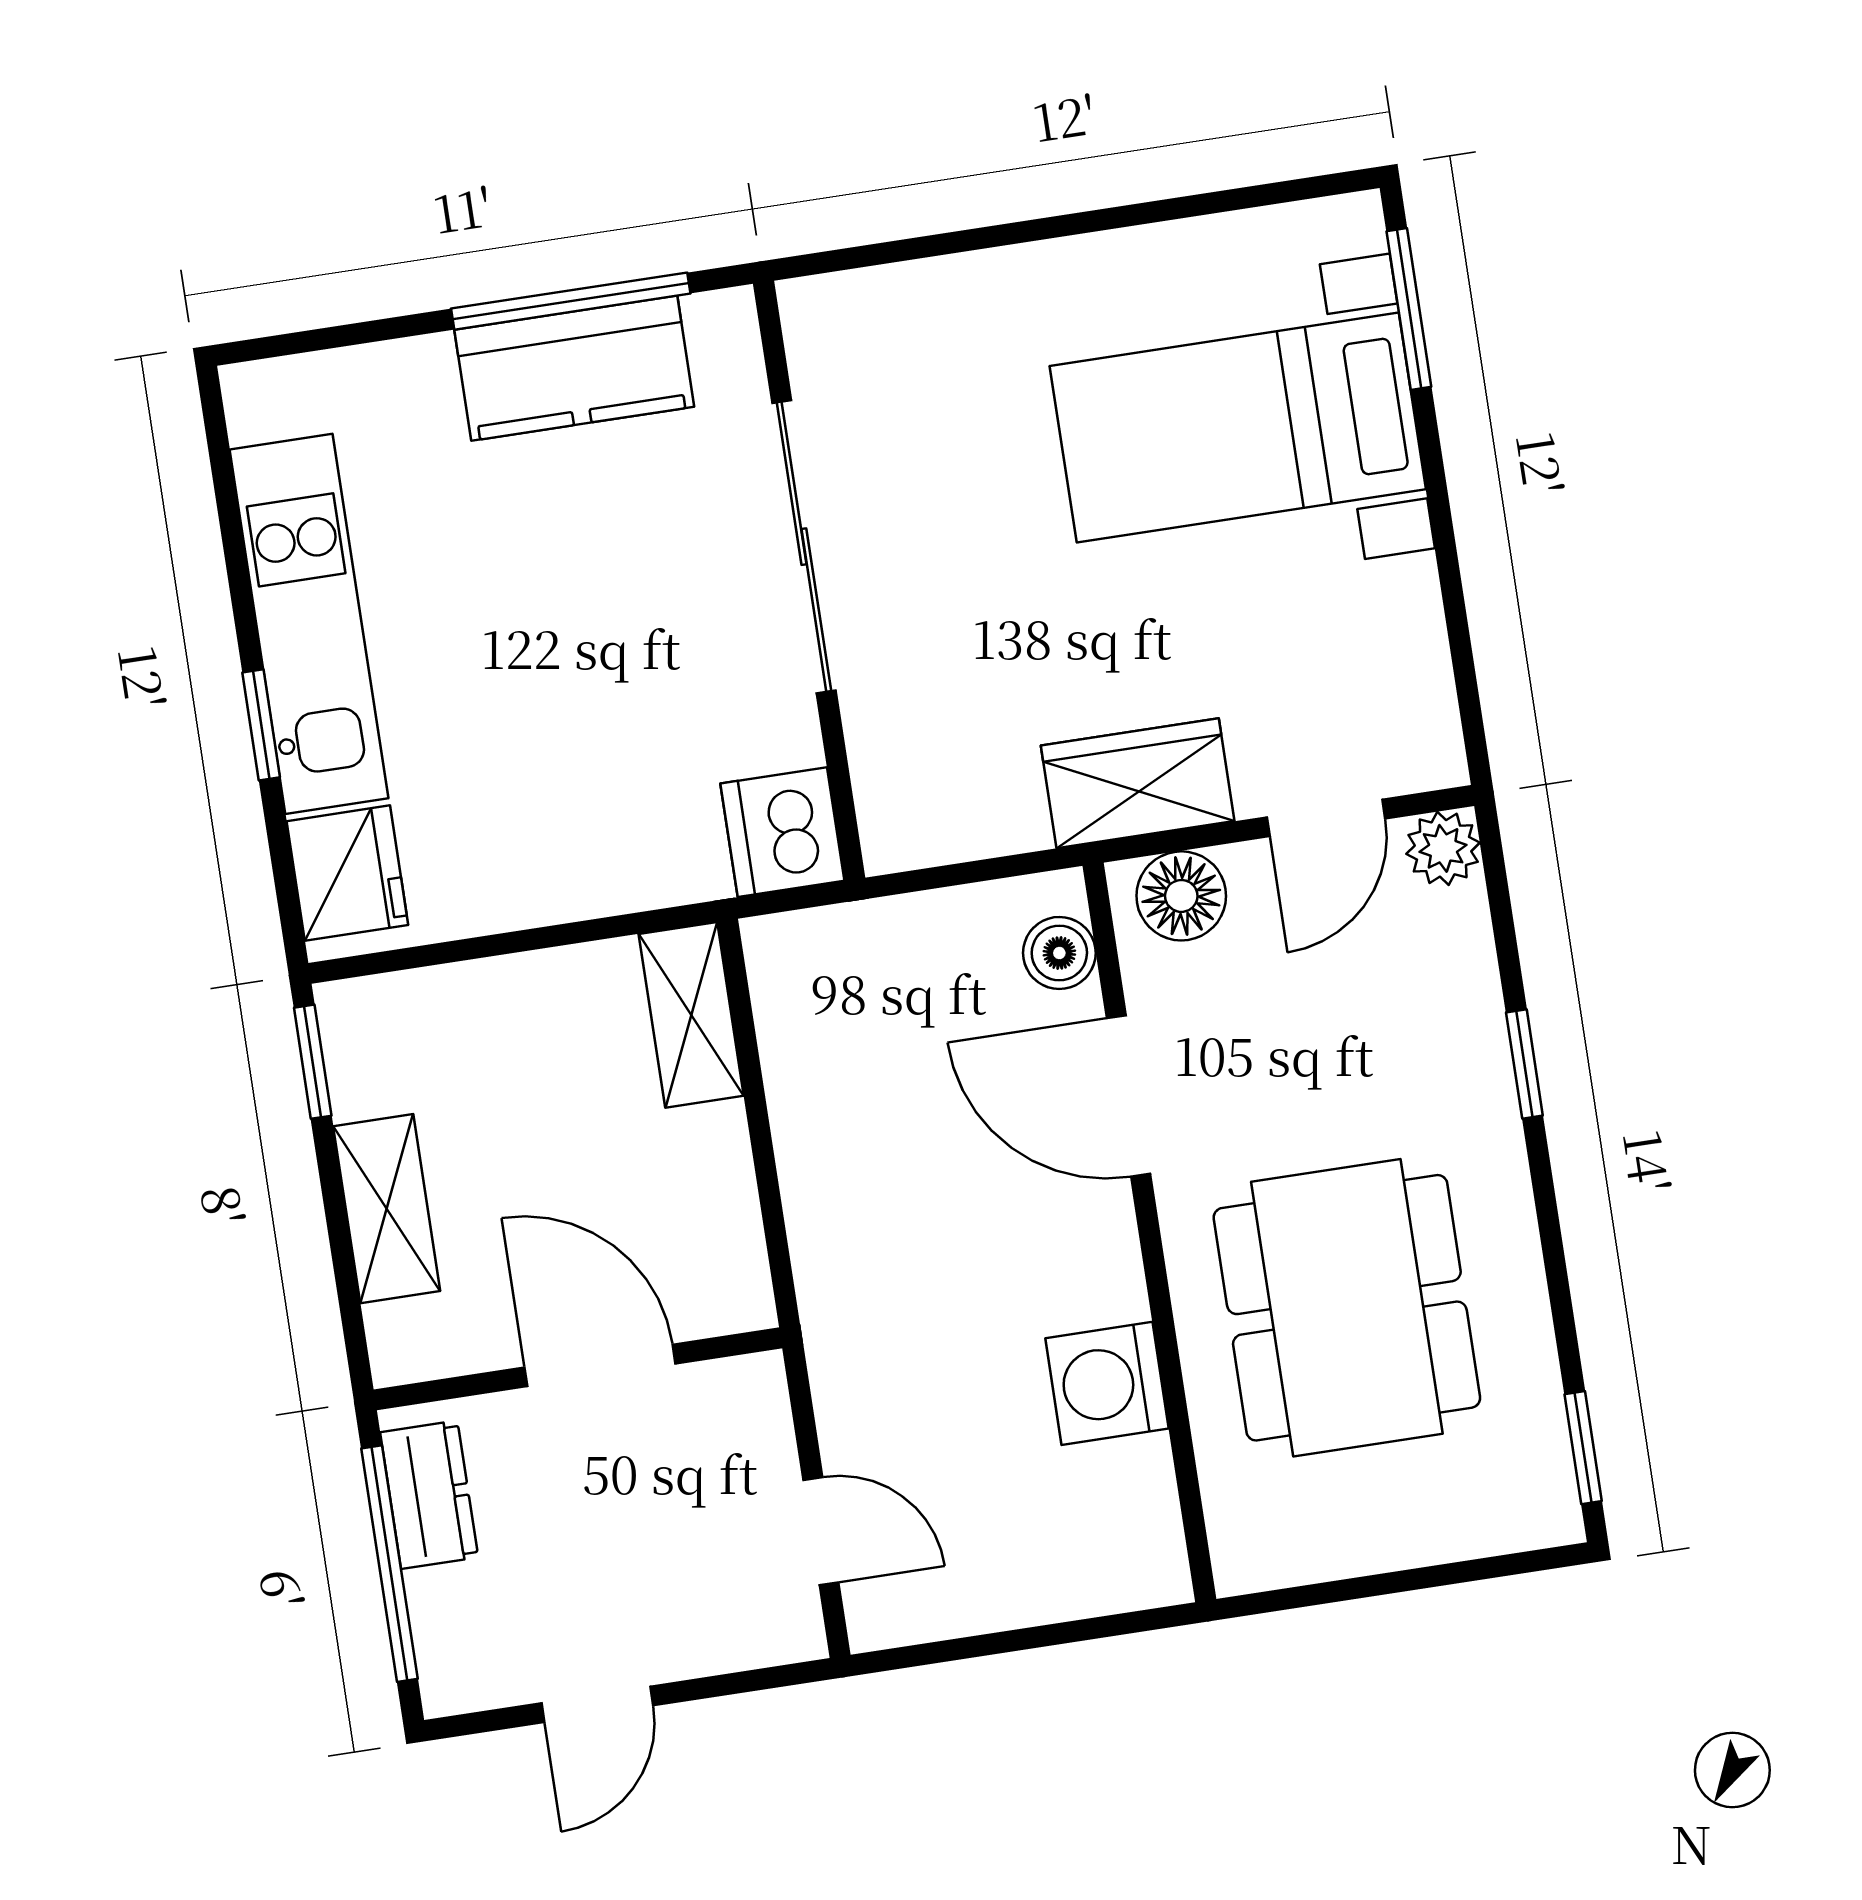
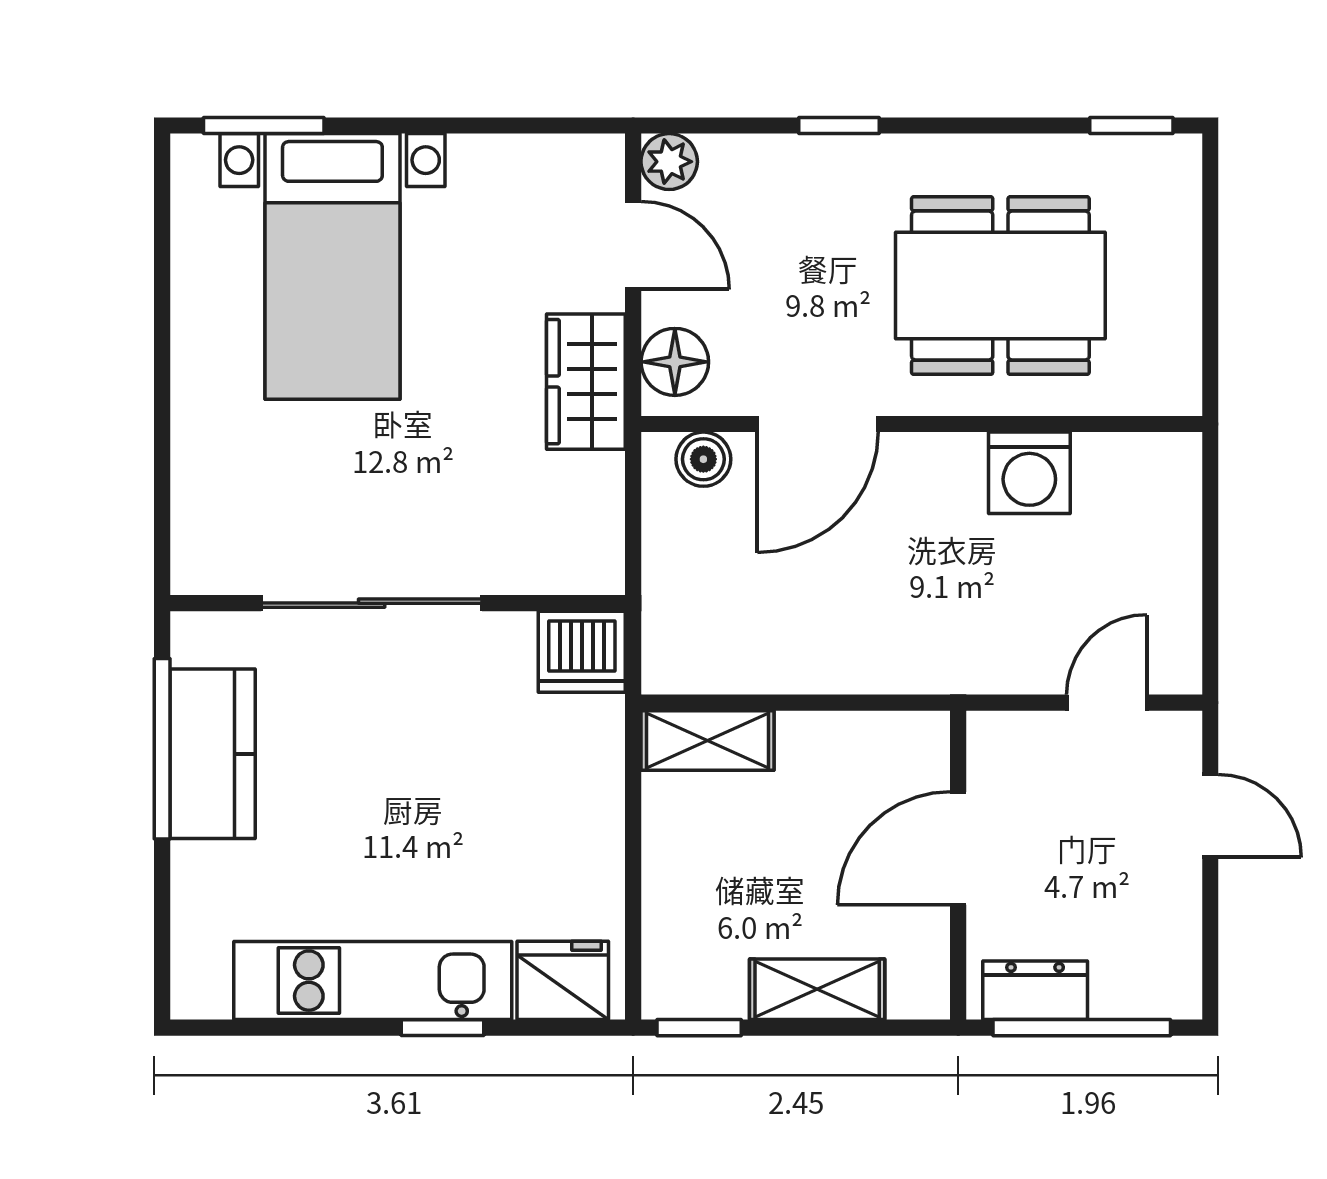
door: (597, 1704) -> (1210, 816), moved

